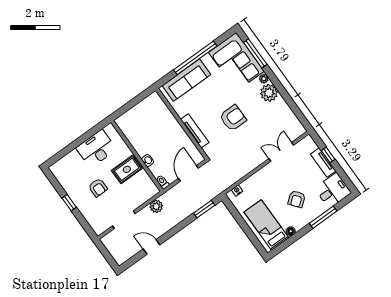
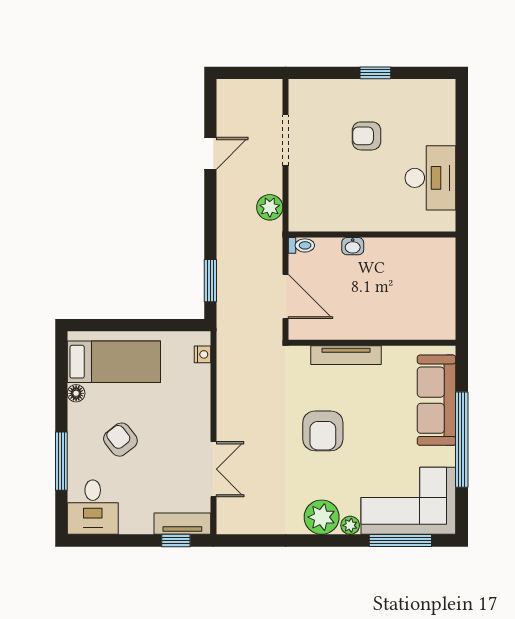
window: (328, 155) -> (176, 541), moved
tv unit: (323, 163) -> (182, 524), moved
rug: (127, 169) -> (362, 203), removed

